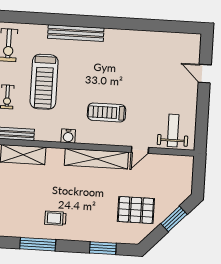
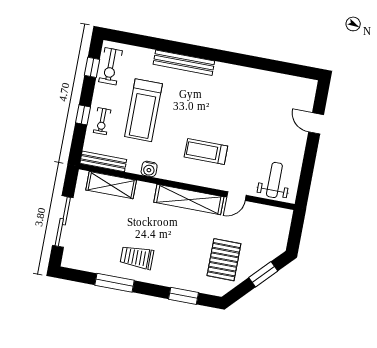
water cooler: (68, 136) -> (149, 169), moved
pallet: (136, 210) -> (224, 260), turned 90
trolley: (55, 218) -> (137, 257), width x1.36, depth x1.39

